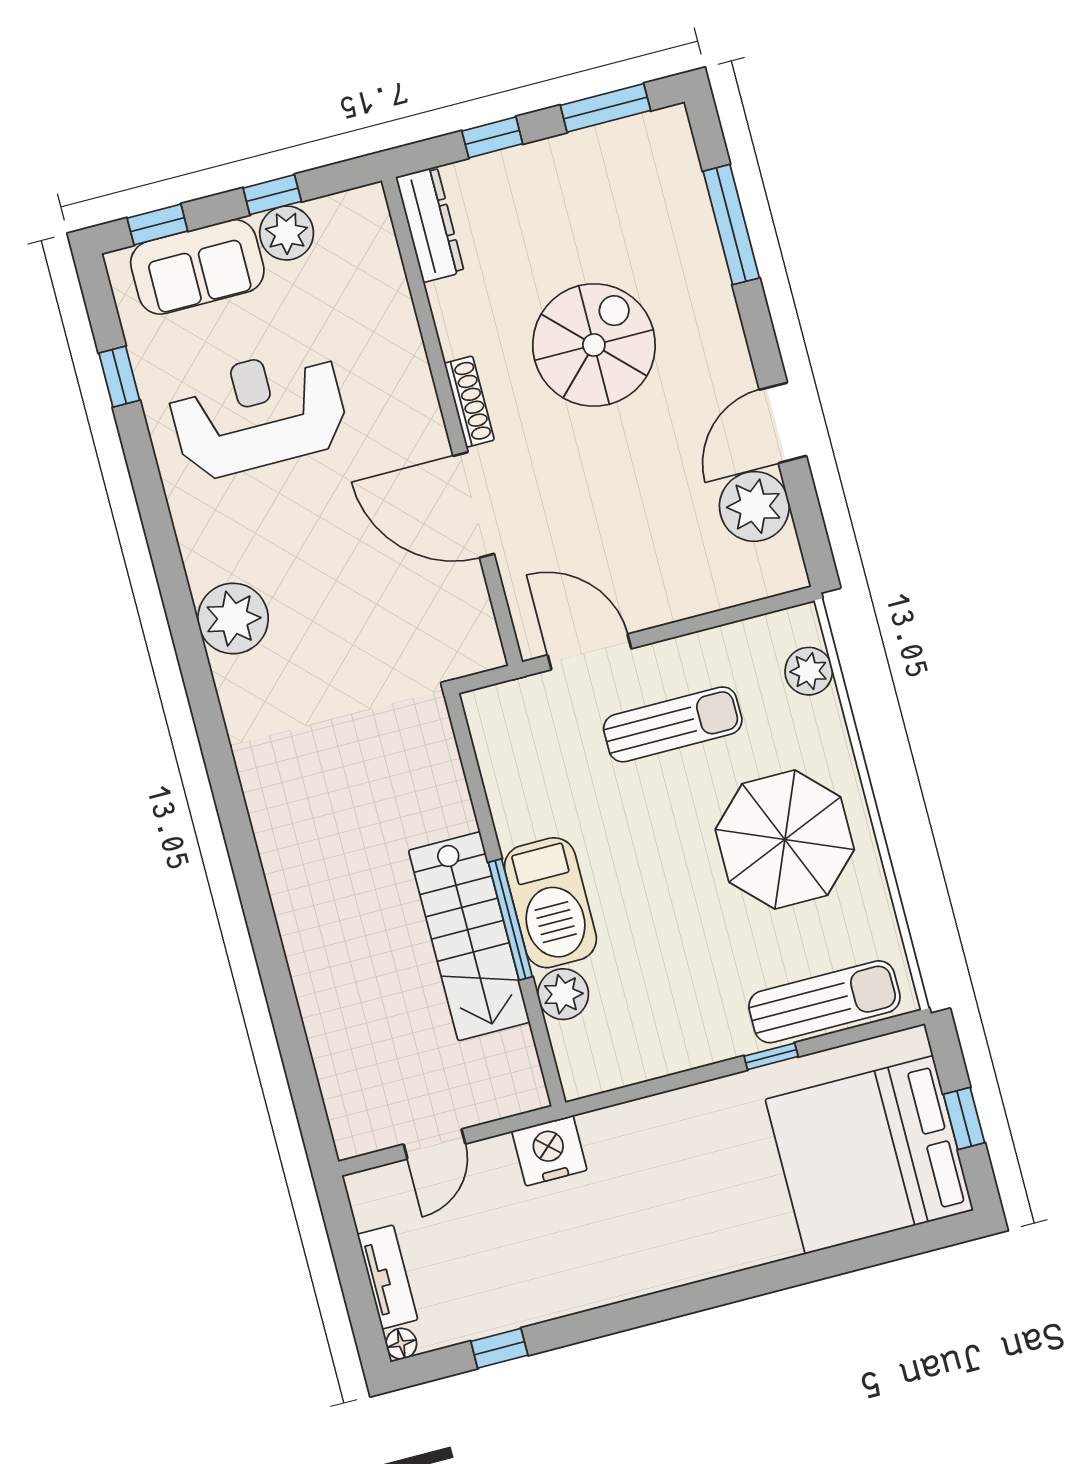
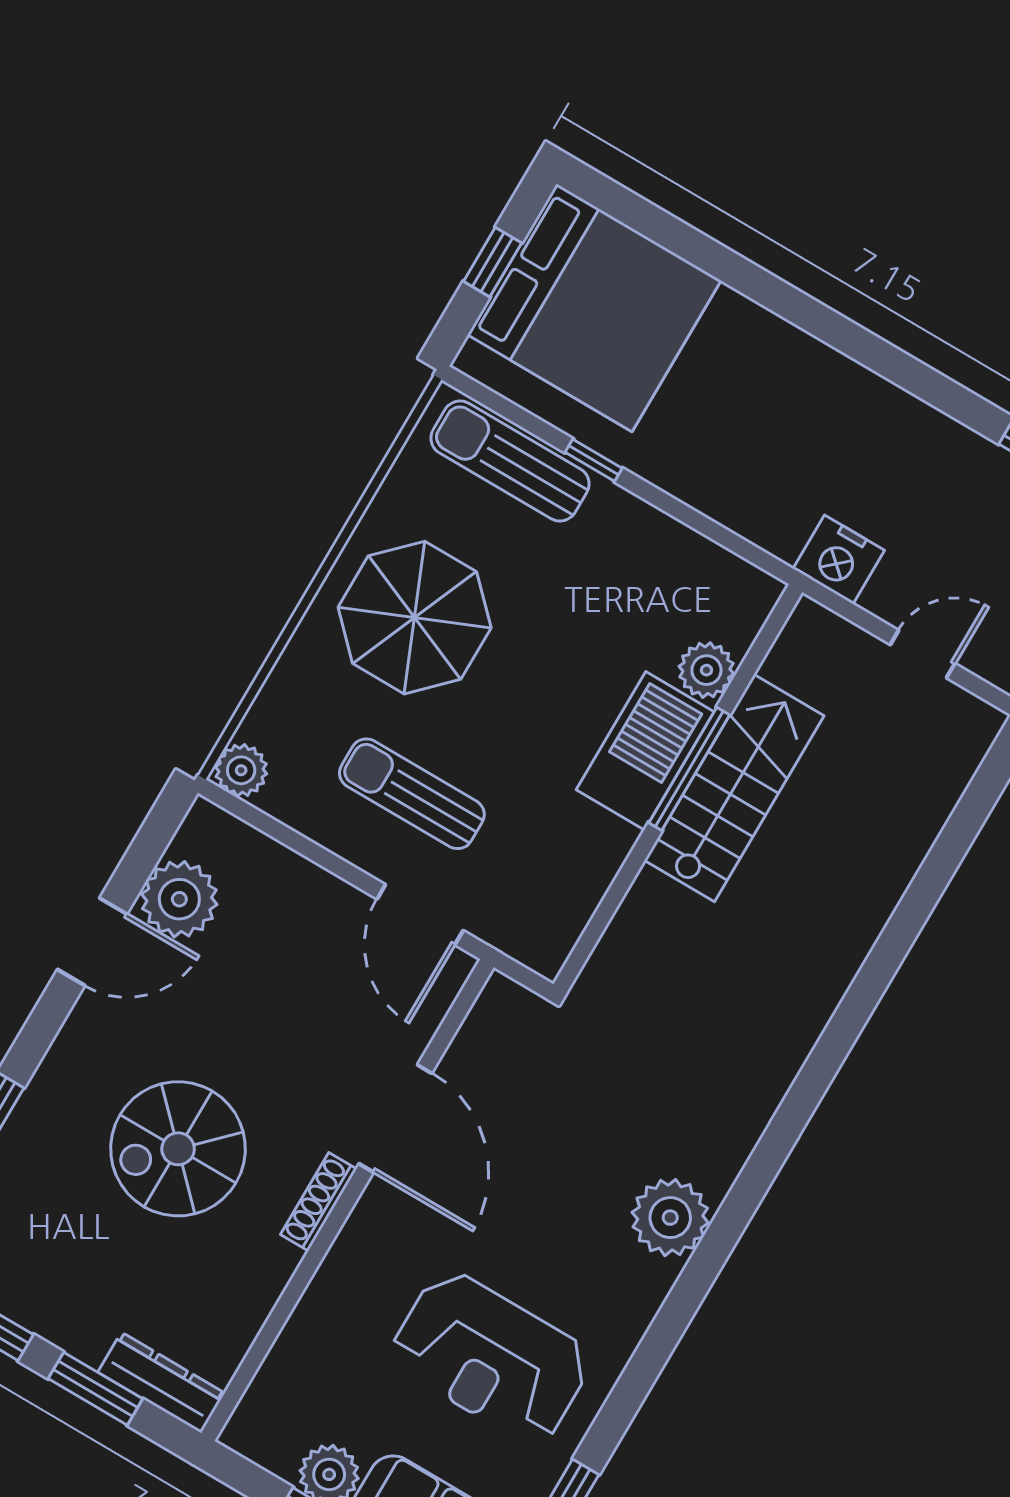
window: (492, 137) -> (95, 1389), width x1.50
dresser: (430, 224) -> (161, 1383), moved, turned 90
plant: (809, 671) -> (241, 770), moved

